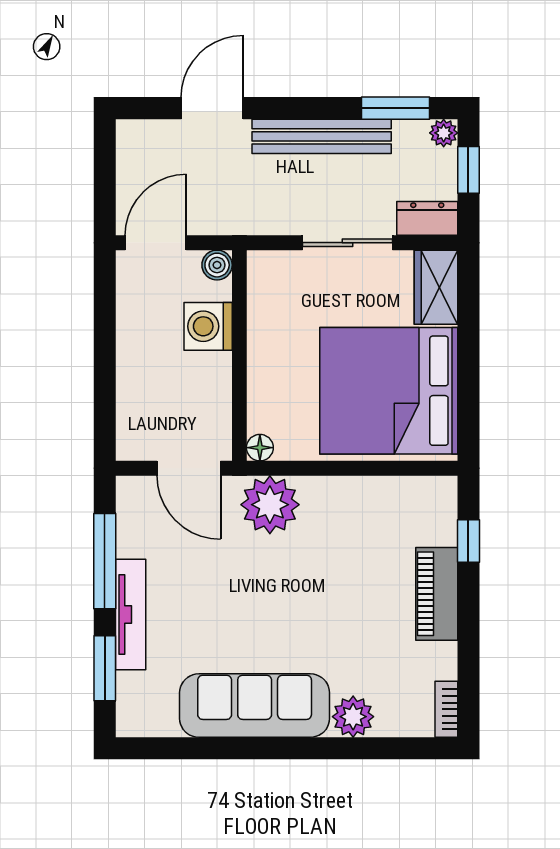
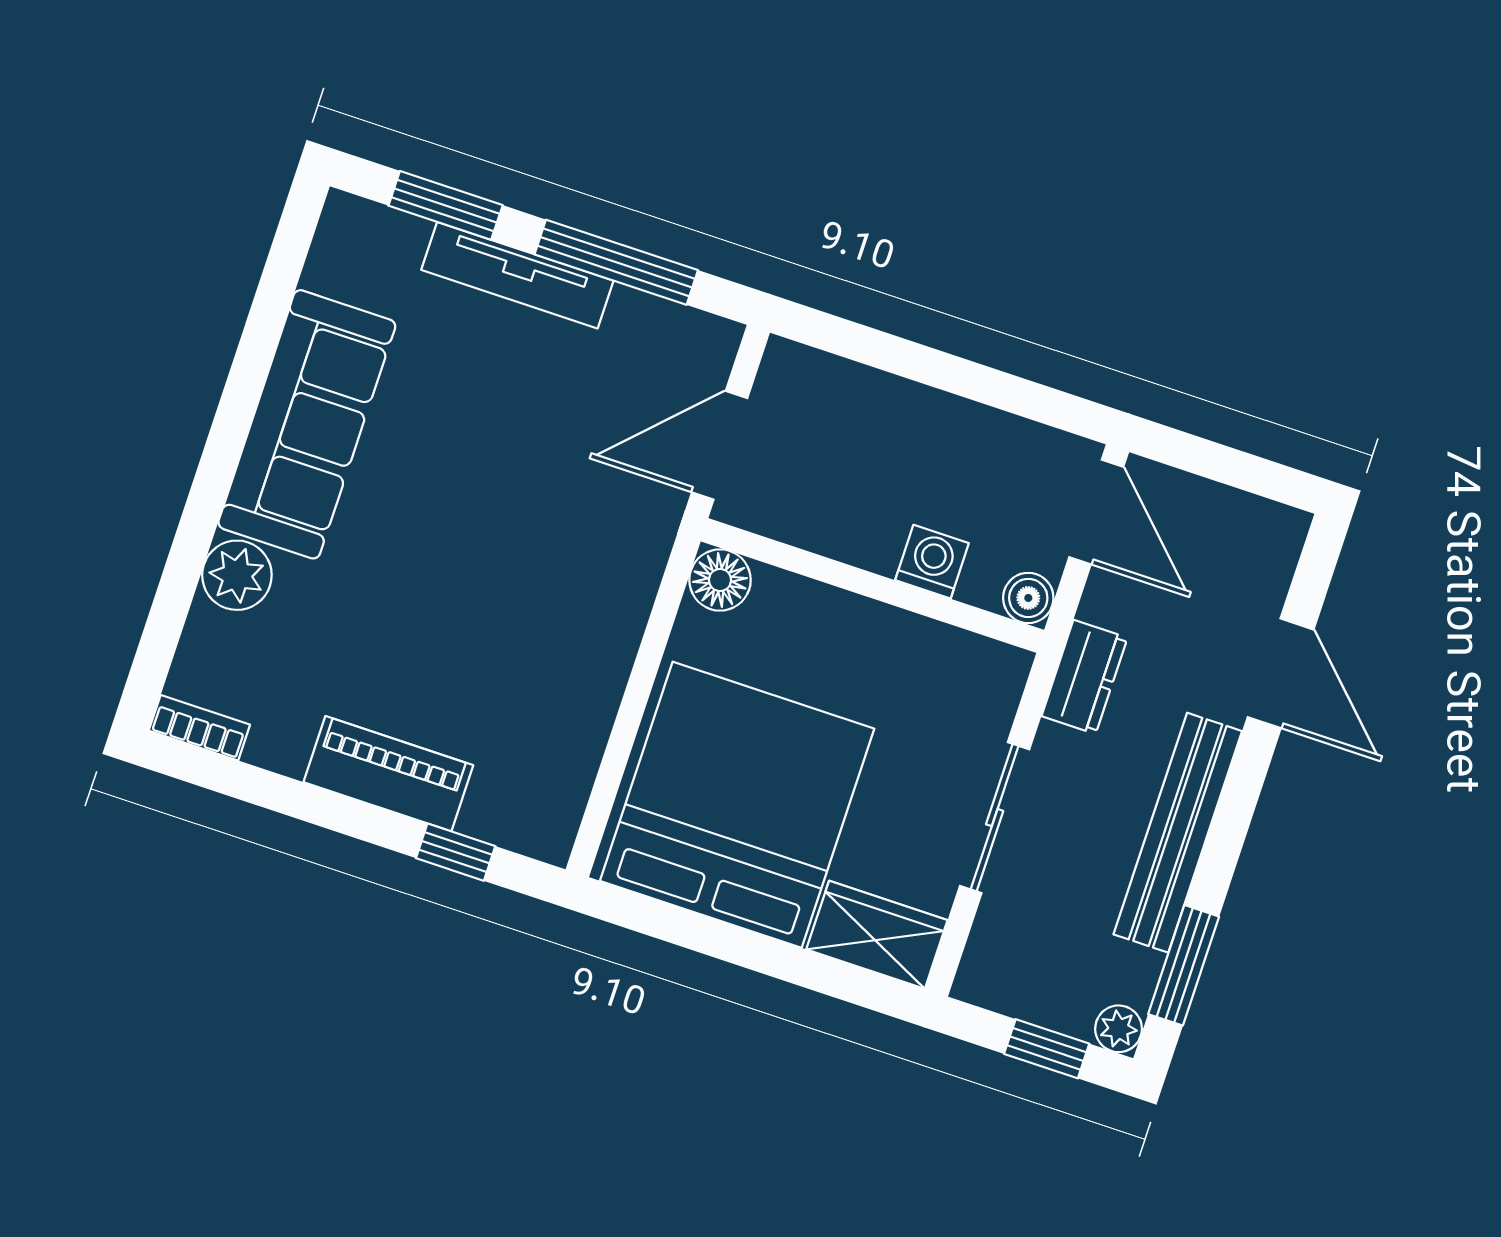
dresser: (427, 218) -> (1084, 677), moved
washing machine: (208, 326) -> (932, 562), width x0.73, depth x0.73
floor lamp: (260, 448) -> (720, 580), width x1.37, depth x1.37
plant: (270, 505) -> (619, 555), removed

